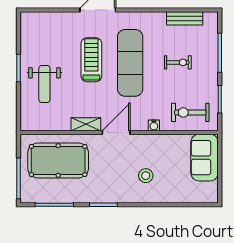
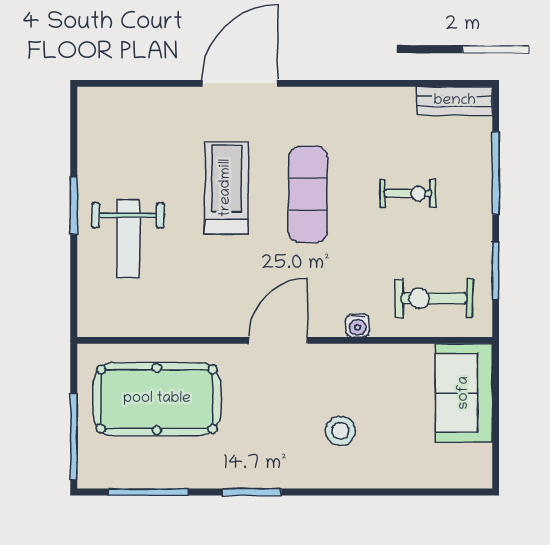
bench: (185, 18) -> (455, 101), moved
exercise mat: (130, 63) -> (308, 194), width x0.73, depth x0.69
shelving: (86, 124) -> (215, 323), removed

